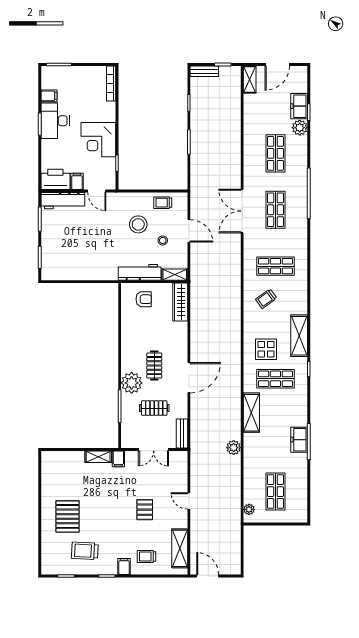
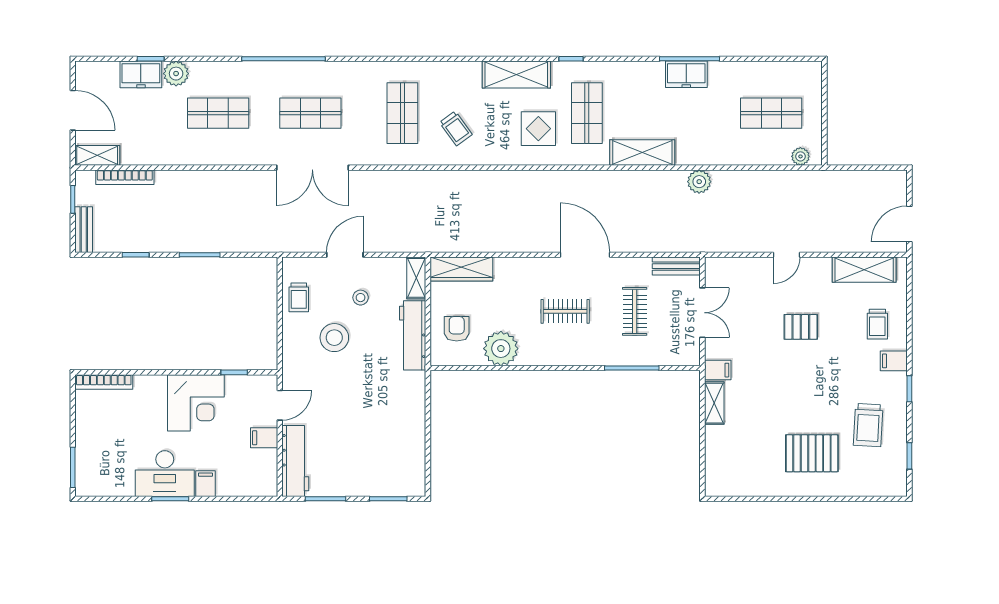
filing cabinet: (49, 96) -> (205, 484), moved
bookcase: (236, 96) -> (125, 177), added
printer: (55, 179) -> (261, 473), removed
plant: (132, 383) -> (501, 349), moved

